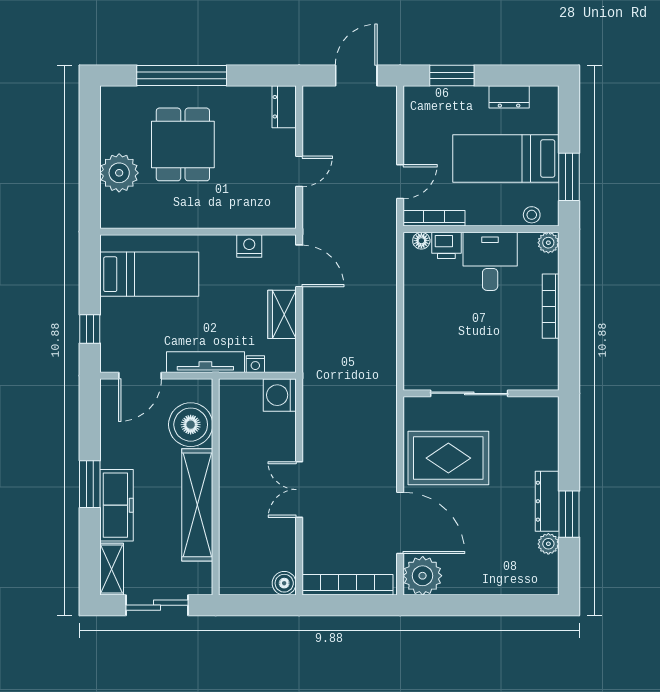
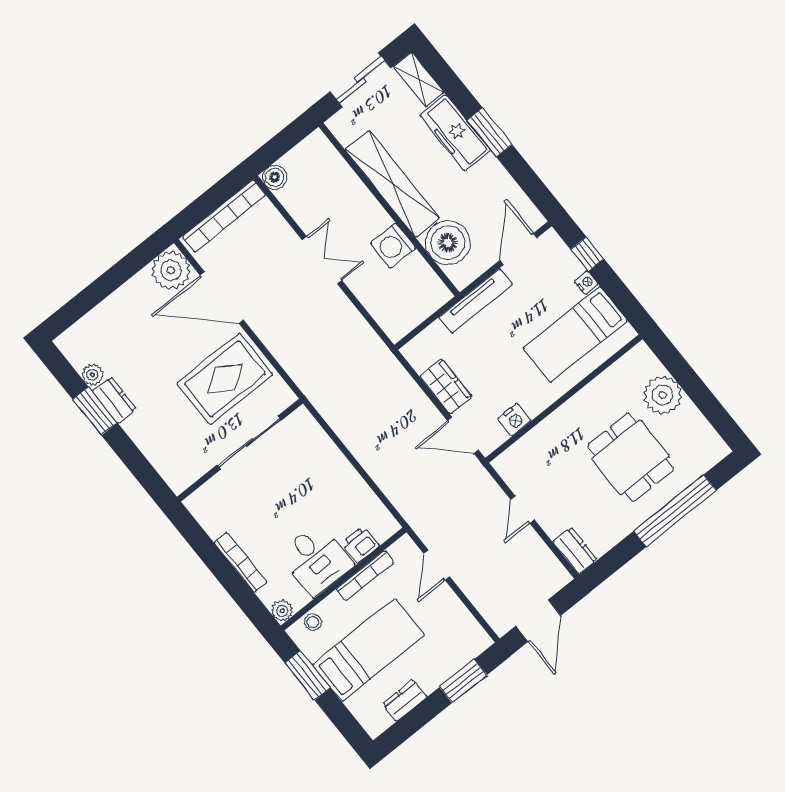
bookcase: (434, 218) -> (365, 576), moved
floor lamp: (421, 241) -> (383, 532), removed
nightstand: (255, 364) -> (586, 283), moved, turned 90
washing machine: (280, 395) -> (393, 245), moved, turned 180
dresser: (547, 501) -> (114, 400), width x0.70

